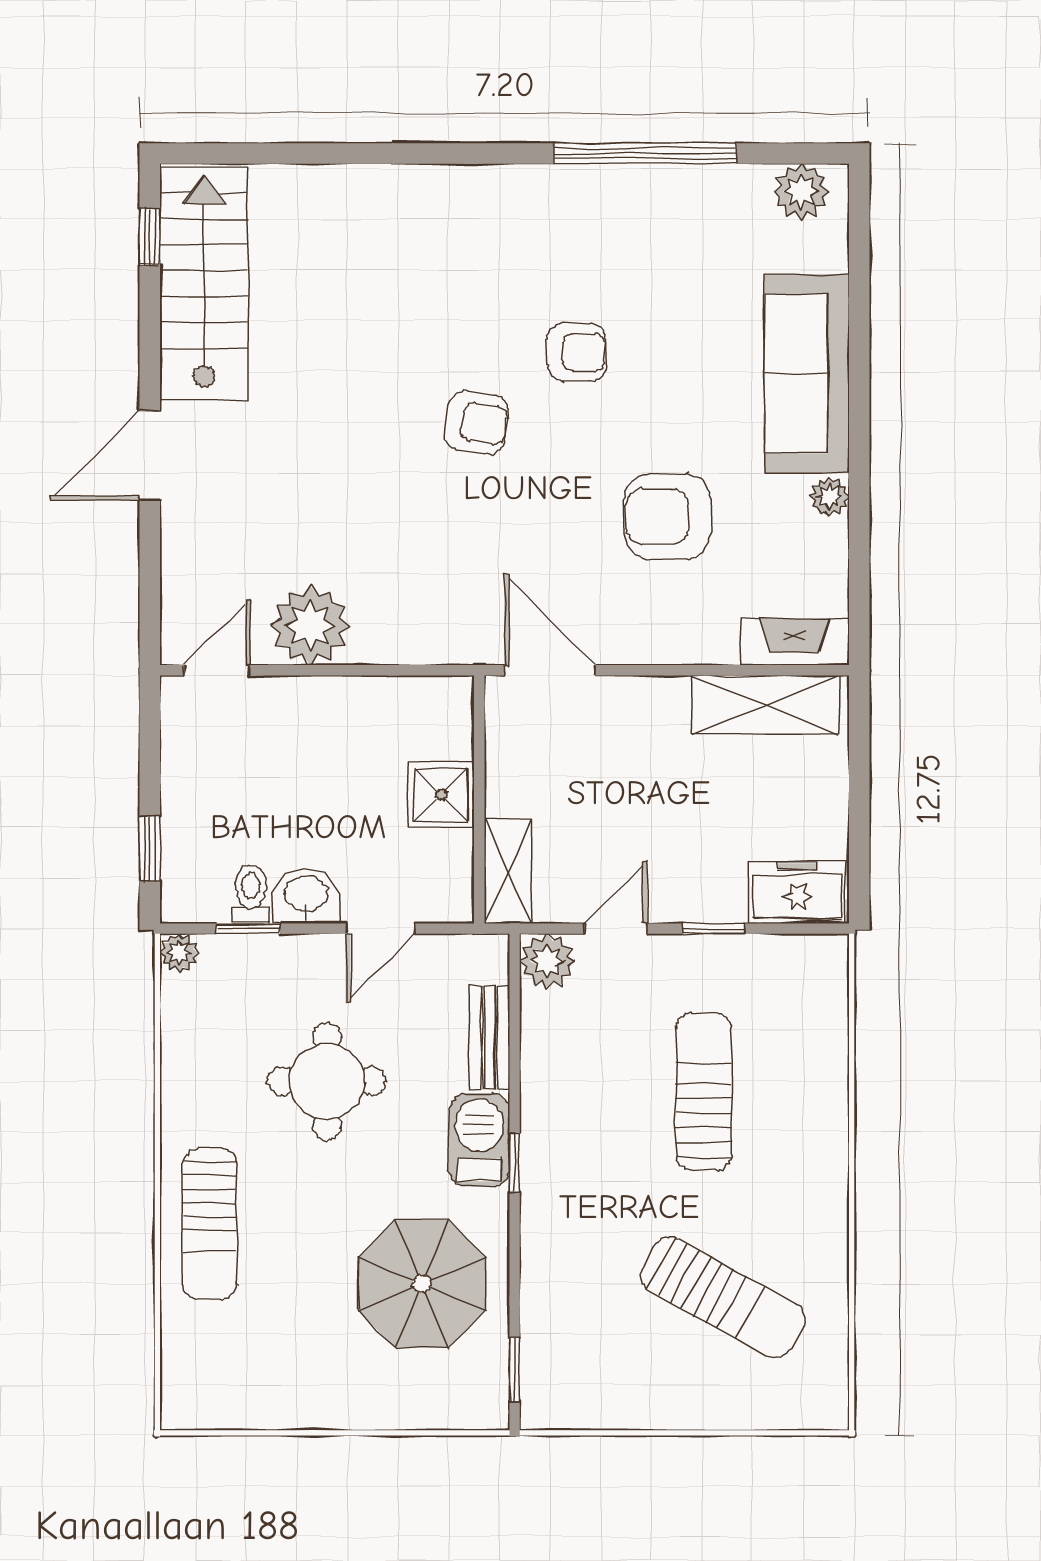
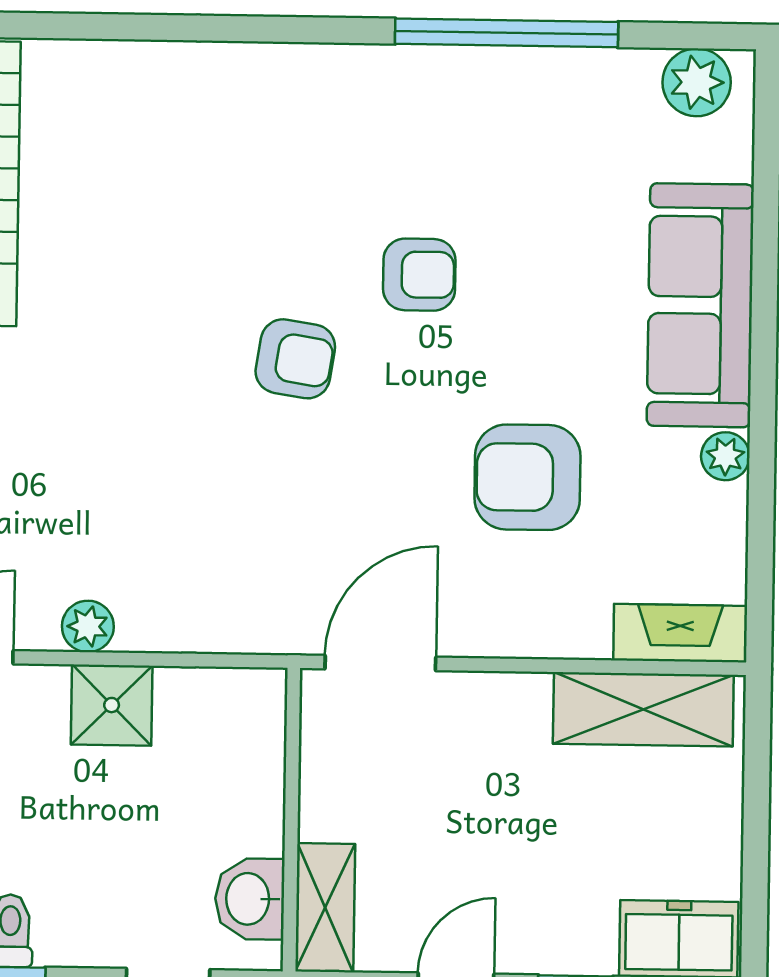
plant: (310, 626) -> (88, 626), width x0.53, depth x0.53
door: (550, 670) -> (380, 663), hinge flipped
shower: (441, 795) -> (112, 705), moved
washbasin: (306, 896) -> (250, 899), moved, turned -90

